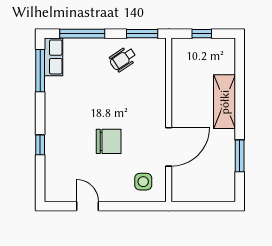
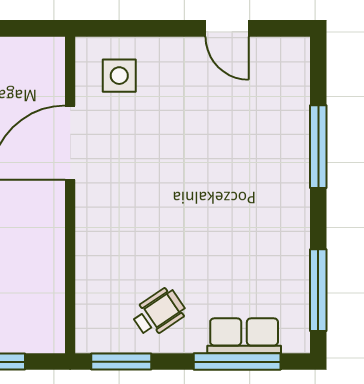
row of seats: (54, 57) -> (244, 336), moved, turned 90
chair: (109, 141) -> (186, 153), removed
window: (40, 145) -> (318, 147), width x2.17

